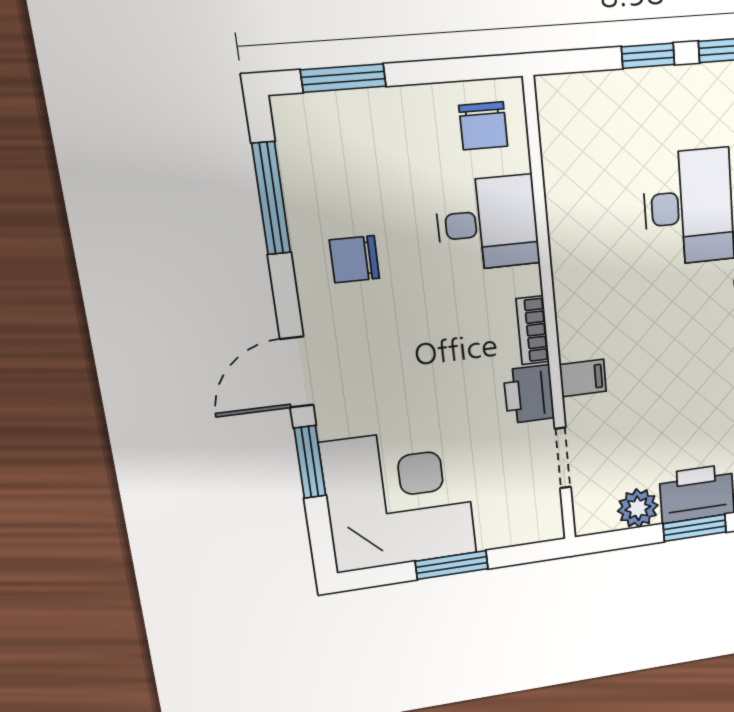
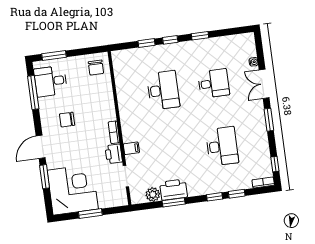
desk: (488, 223) -> (51, 81), moved, turned 180
chair: (354, 259) -> (67, 120), moved

